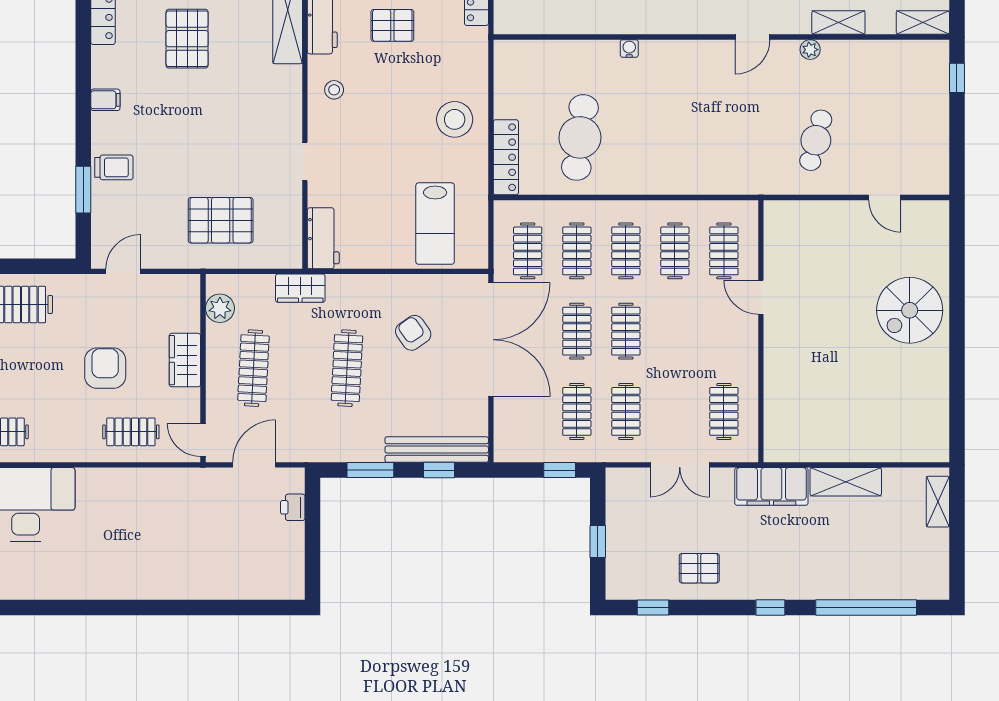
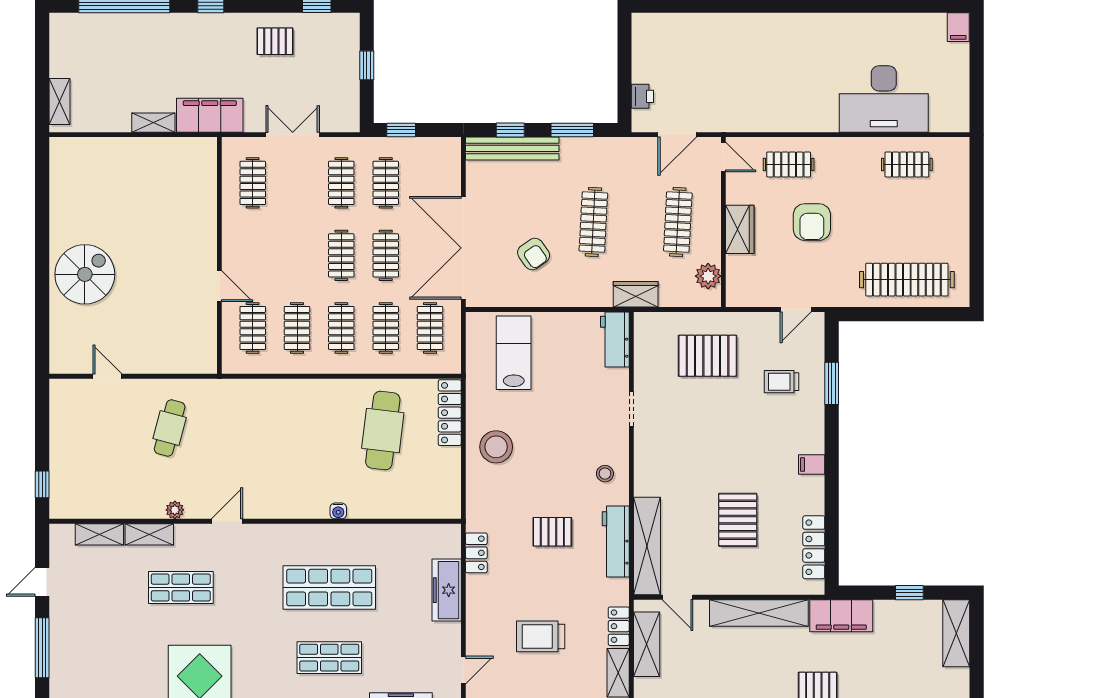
shelving: (923, 23) -> (99, 534), moved
trolley: (114, 167) -> (782, 382), moved
shelving: (846, 482) -> (153, 123), width x0.67, depth x0.75

